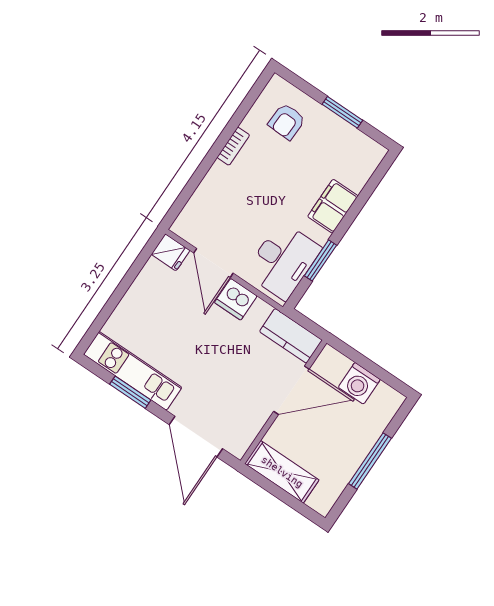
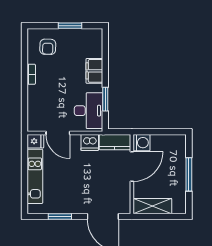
dishwasher: (236, 299) -> (90, 142), moved
kitchen unit: (133, 371) -> (35, 176), moved, turned 90
washing machine: (359, 383) -> (142, 143), moved, turned -90

